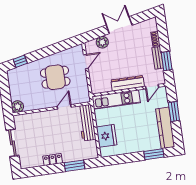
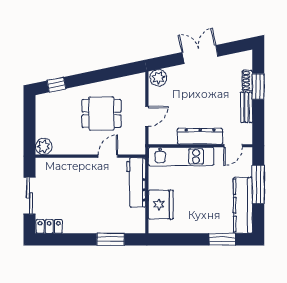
plant: (102, 42) -> (158, 78), moved
window: (167, 61) -> (258, 87), moved
door: (86, 62) -> (147, 116), moved
window: (174, 112) -> (258, 184), width x1.44
locker: (53, 160) -> (49, 226), moved

